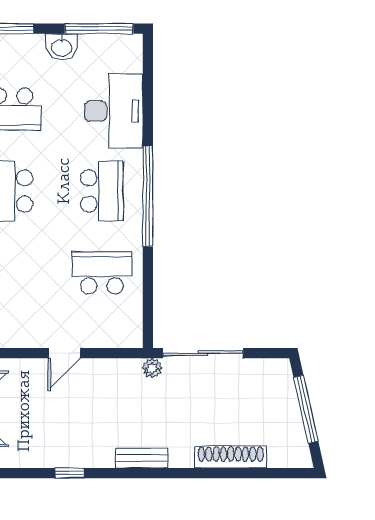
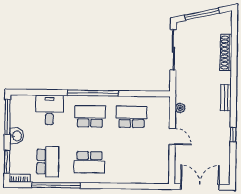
desk: (114, 111) -> (49, 110), width x0.73
school desk: (102, 273) -> (132, 117), turned 90
sliding door: (203, 353) -> (173, 50), moved
plant: (152, 368) -> (180, 108), moved

